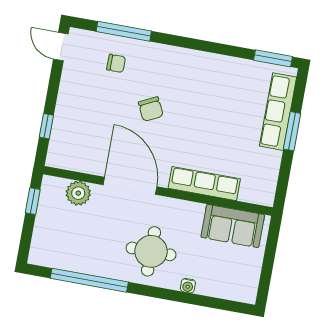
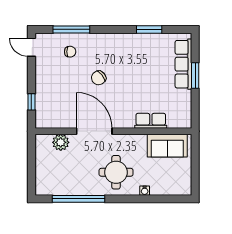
window: (273, 58) -> (149, 29), moved
chair: (151, 109) -> (99, 78), turned 79
row of seats: (204, 184) -> (151, 121), width x0.68
window: (33, 201) -> (31, 153), removed

